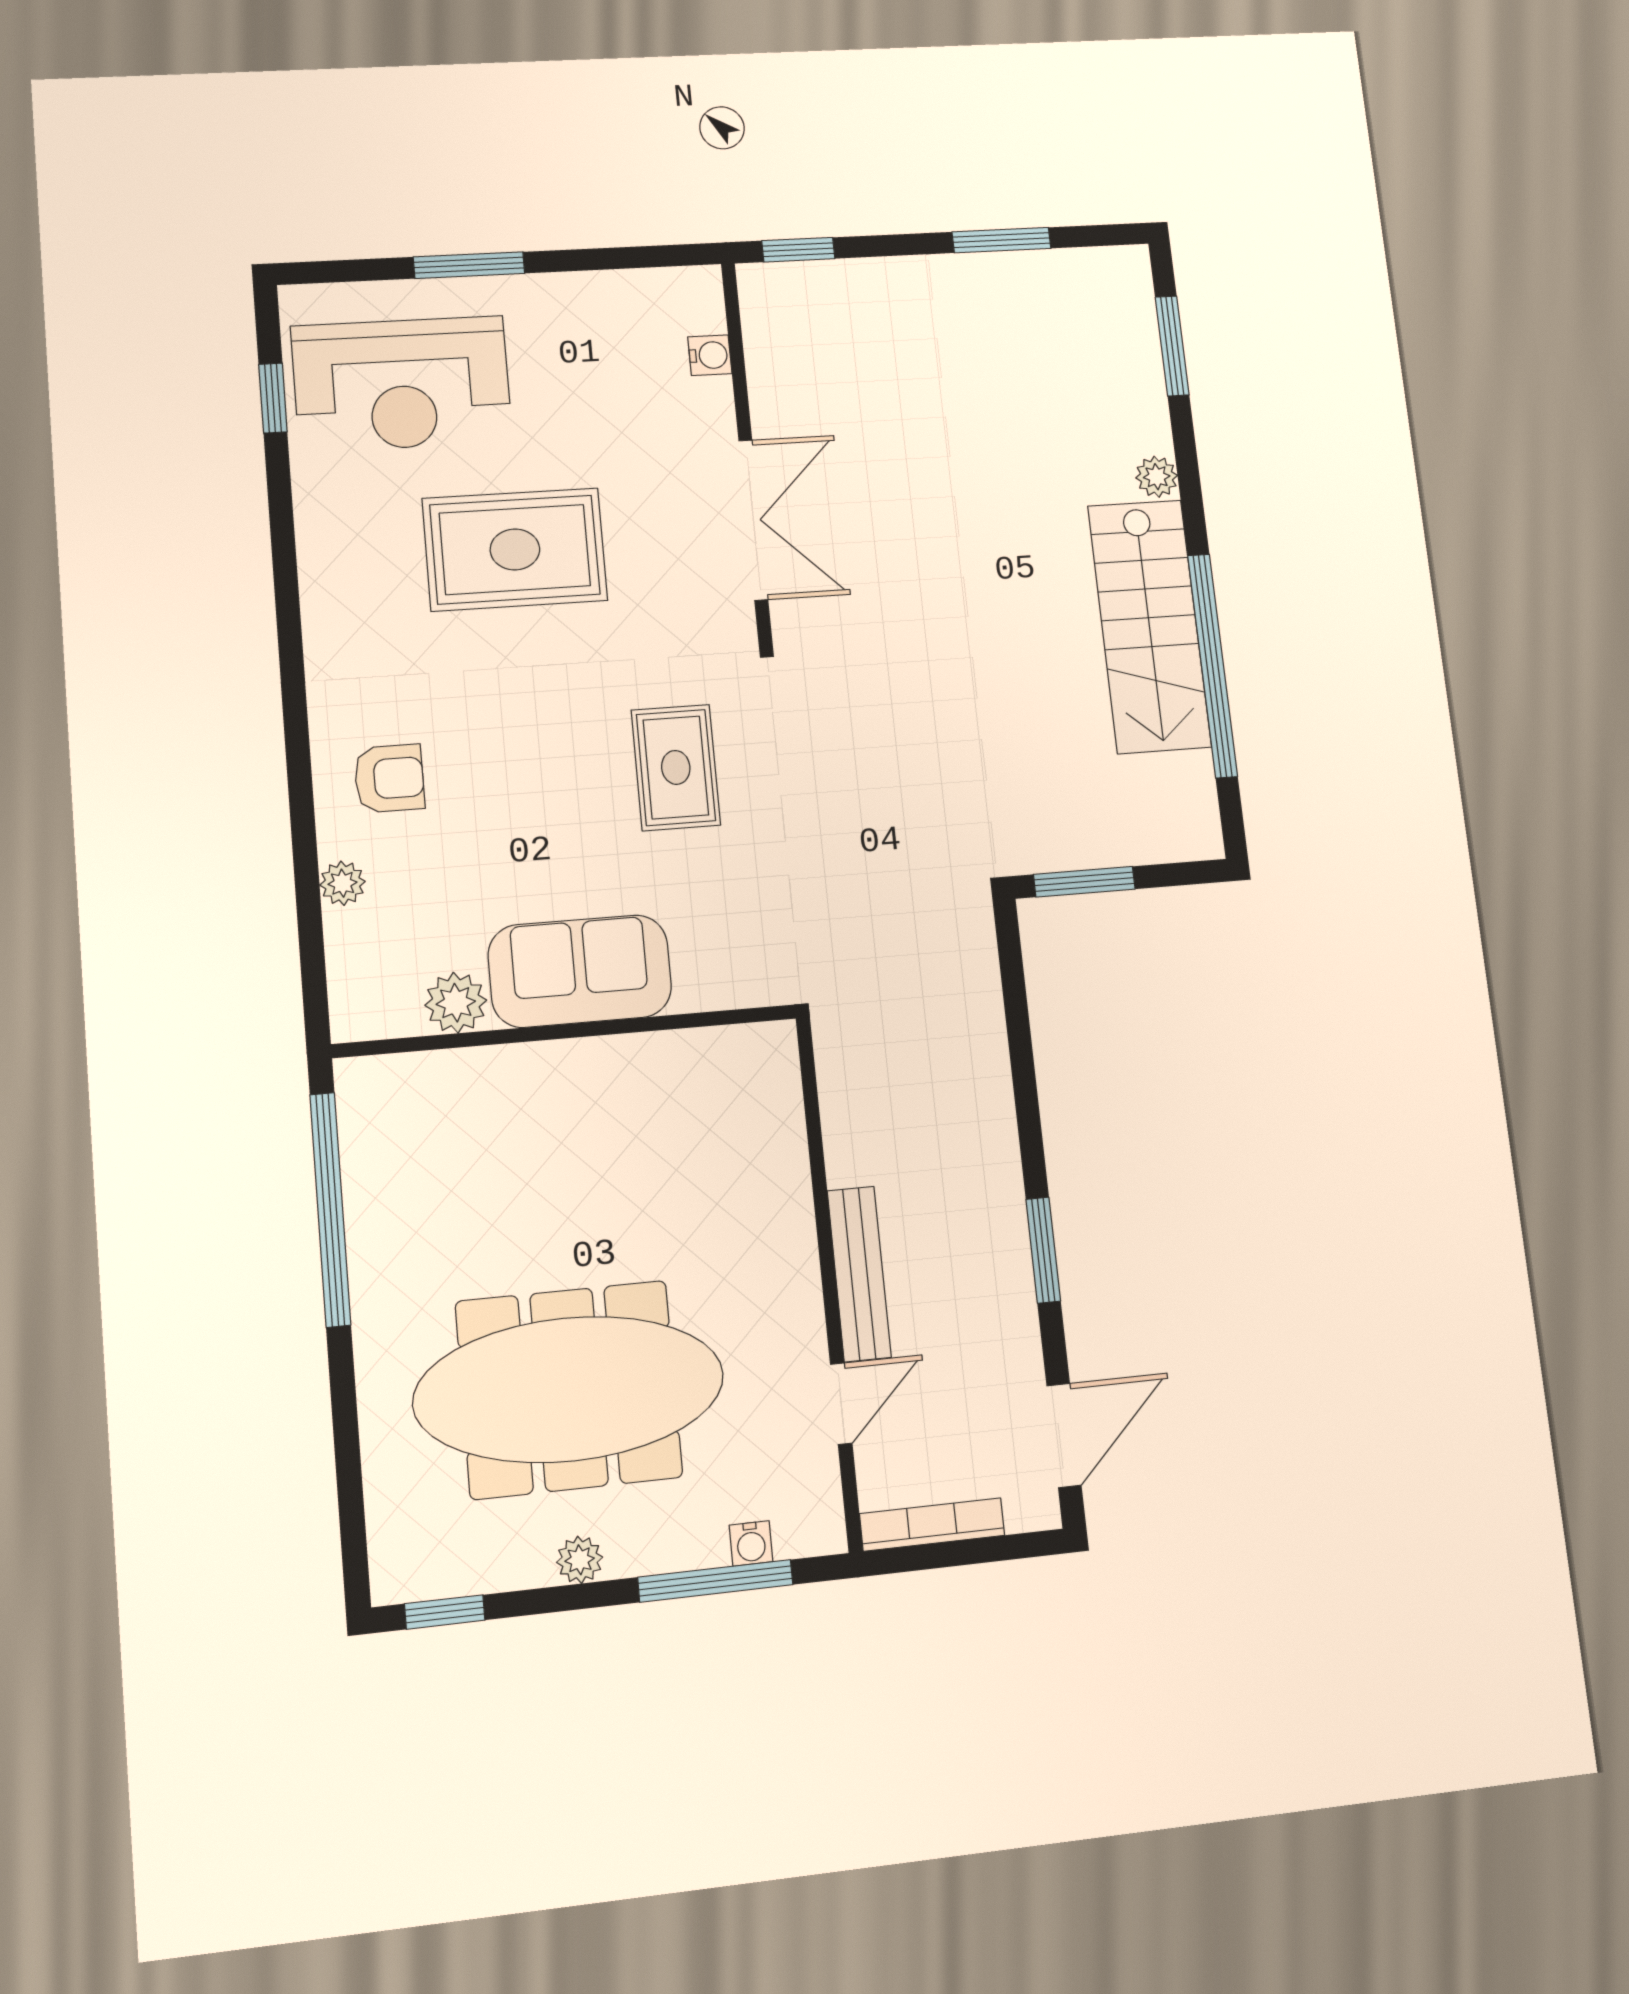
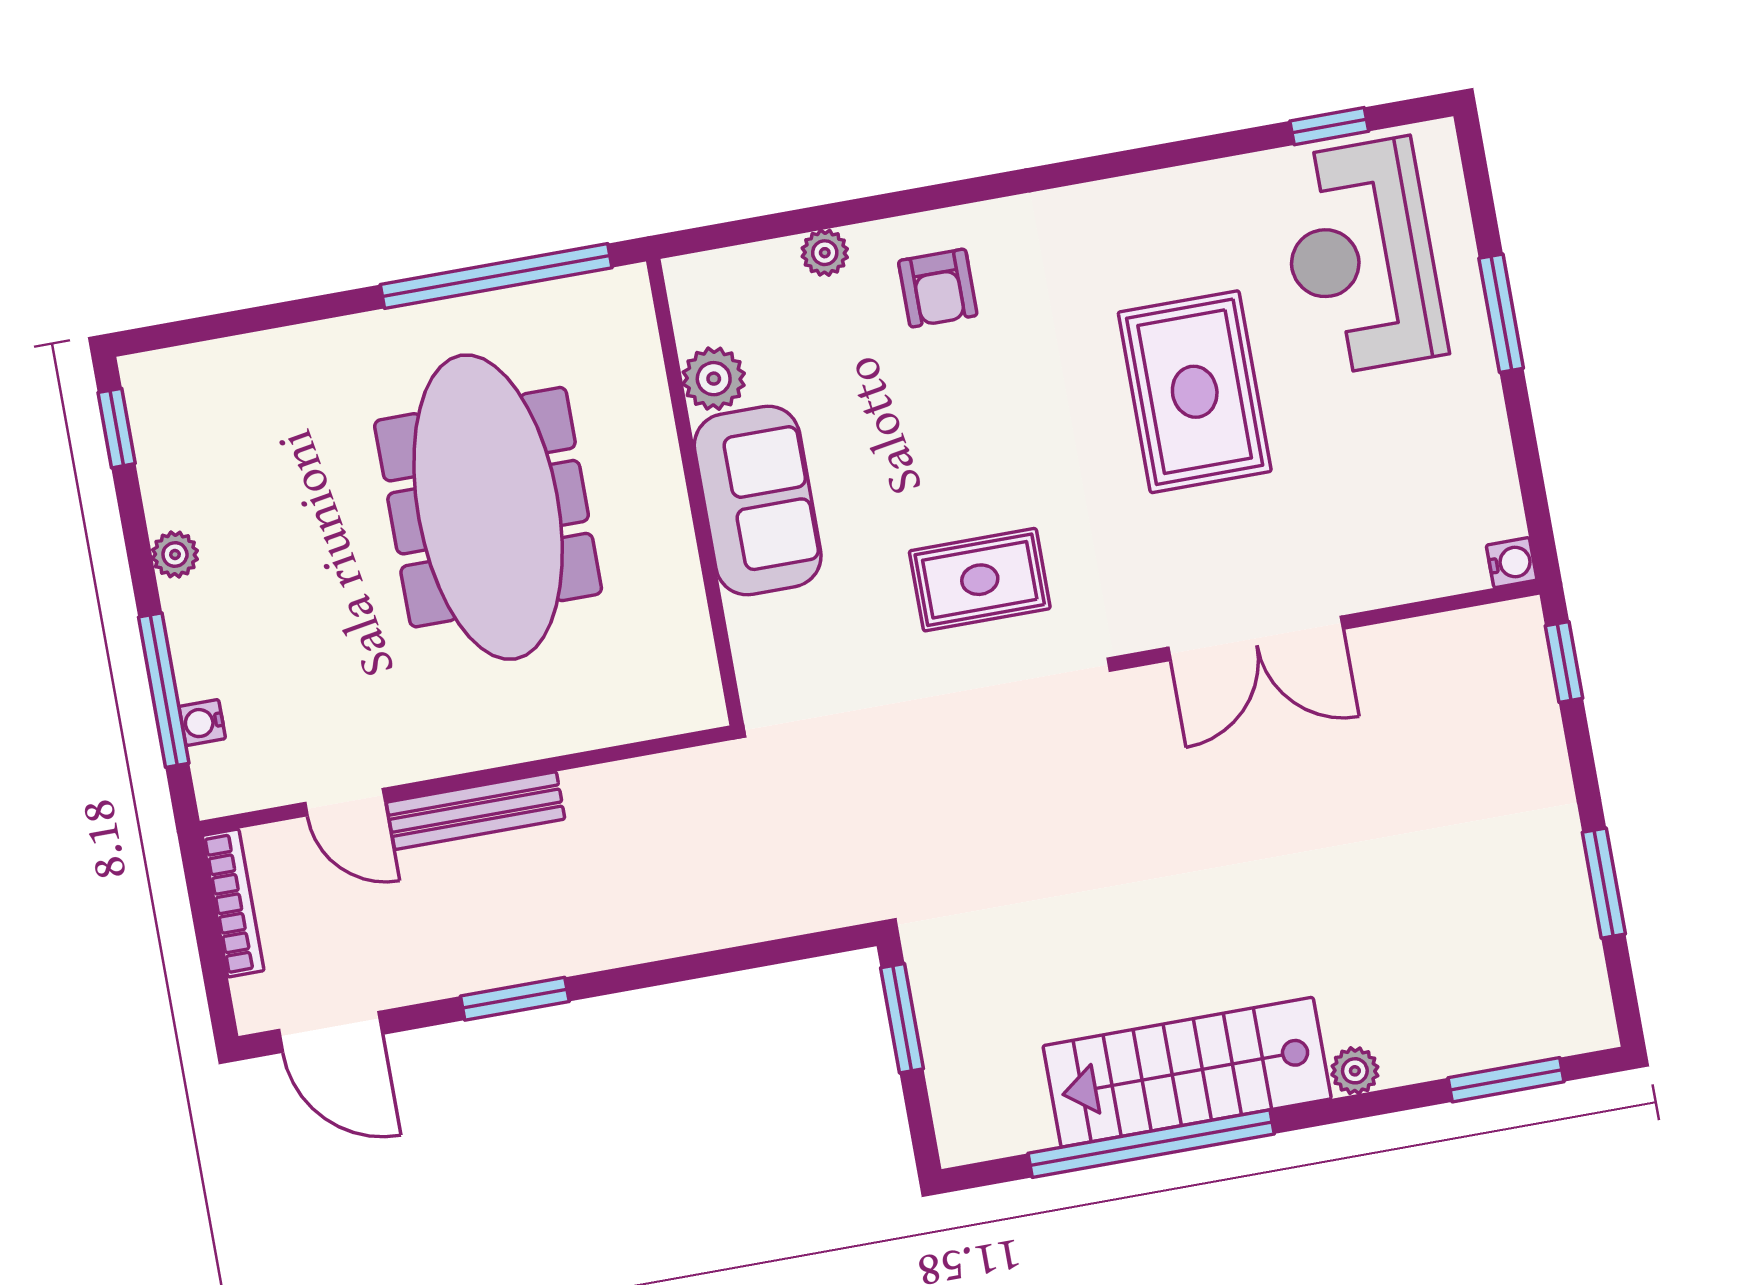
water cooler: (710, 355) -> (1512, 563), moved, turned -90
meeting table: (569, 1389) -> (488, 507), moved

